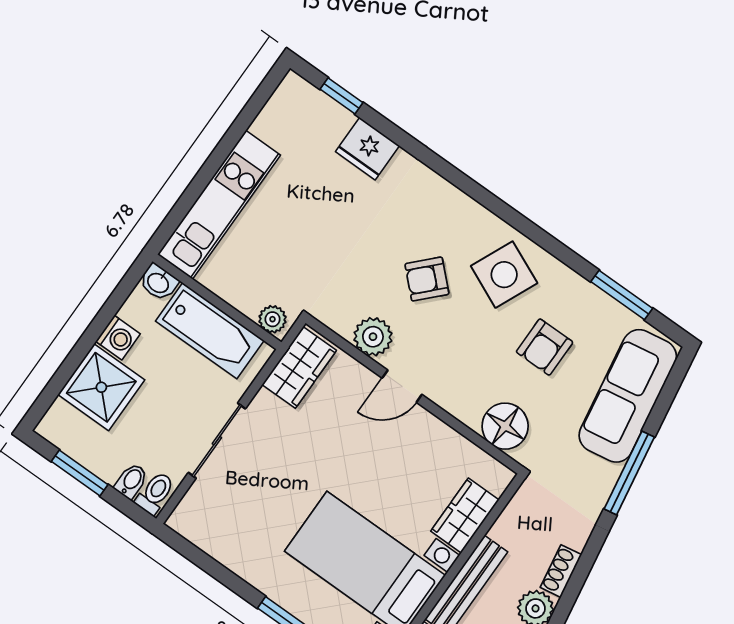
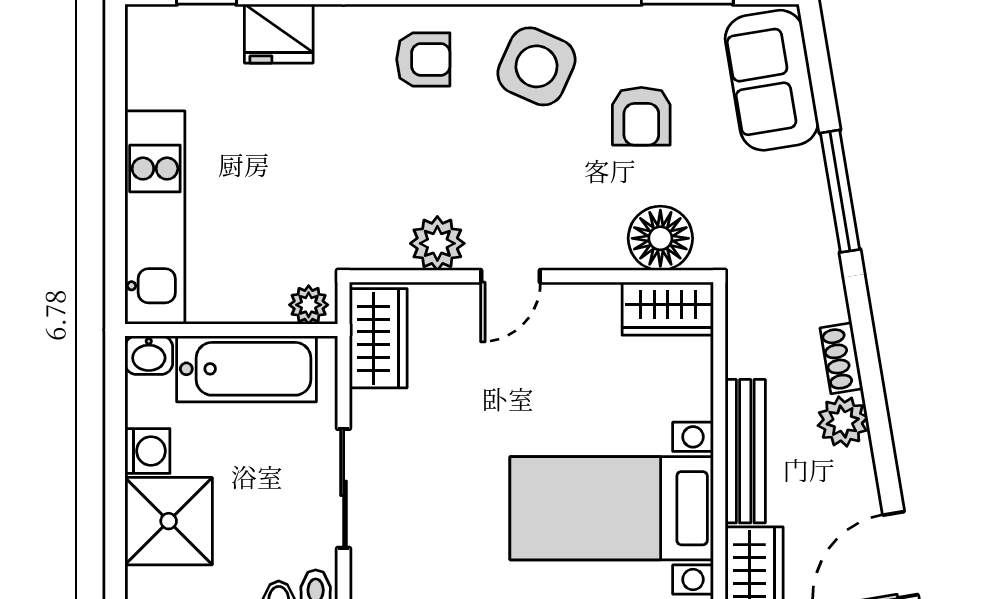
armchair: (427, 279) -> (423, 59), moved, turned -134
sofa: (628, 396) -> (772, 80), width x0.73
wardrobe: (465, 515) -> (668, 309), moved, turned -90

